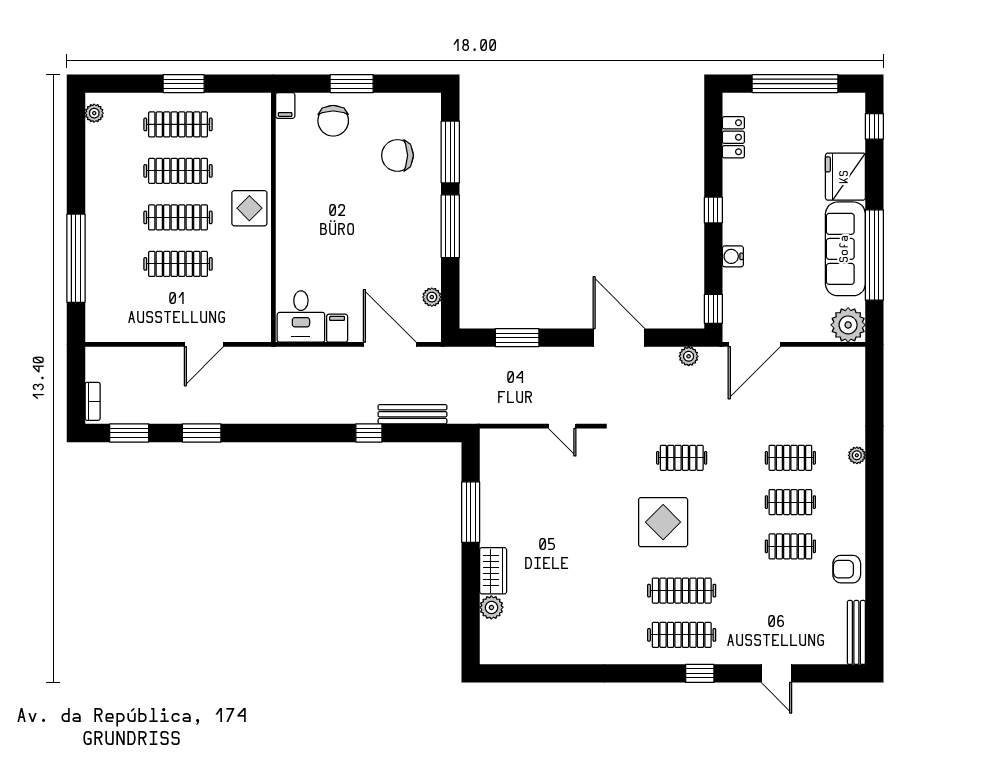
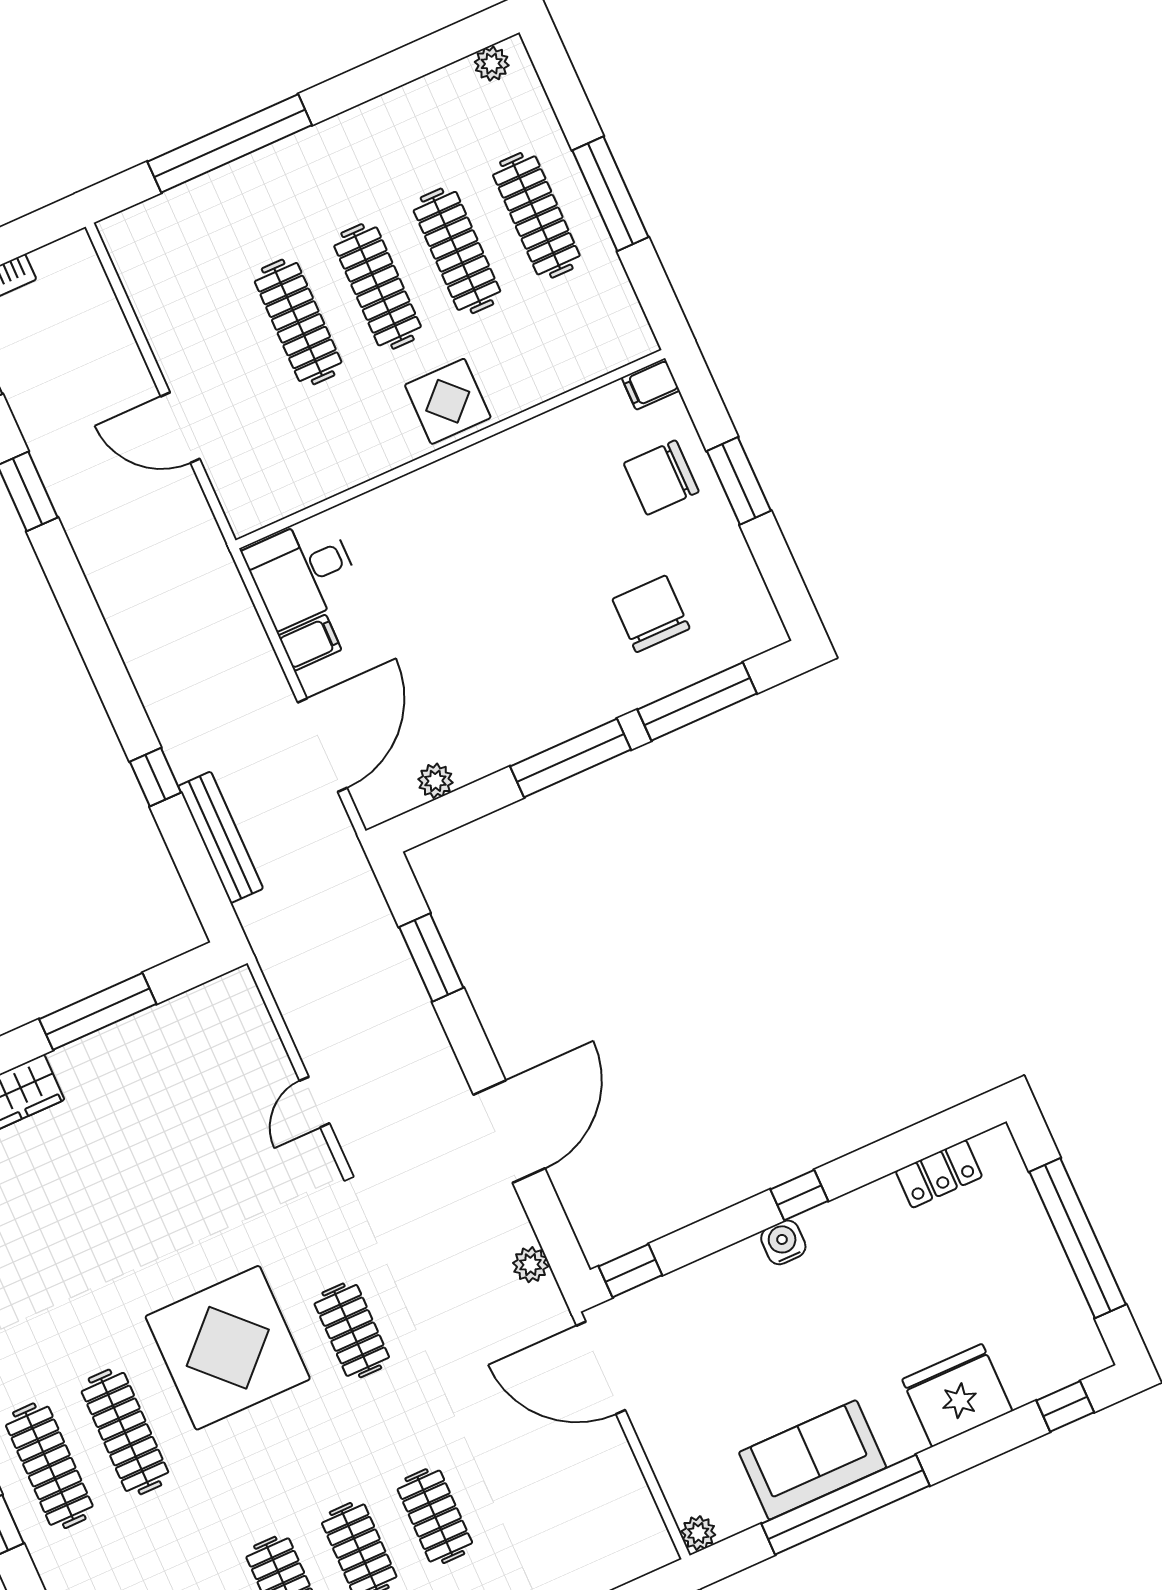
window: (184, 84) -> (610, 194), width x1.44
sofa: (845, 249) -> (813, 1460), width x0.73
water cooler: (733, 256) -> (783, 1242), moved
plant: (848, 325) -> (698, 1533), width x0.53, depth x0.53
display table: (663, 522) -> (228, 1348), width x1.36, depth x1.36

